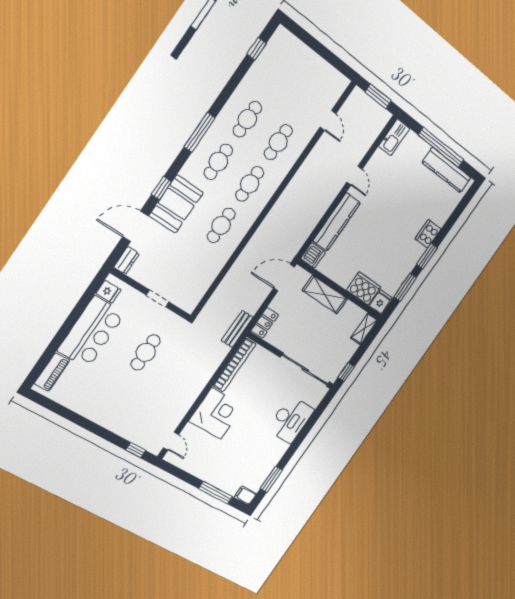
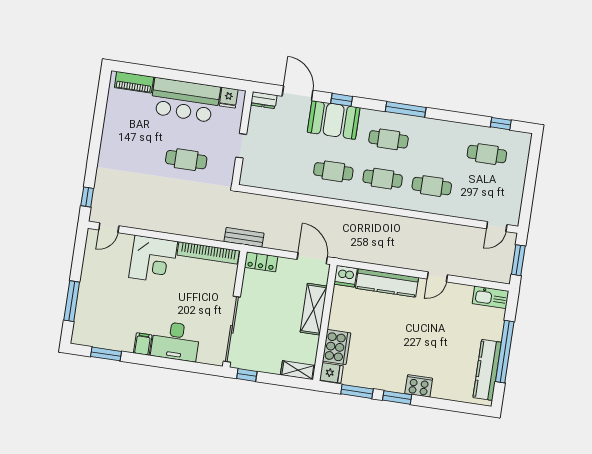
cafe table: (247, 119) -> (487, 154), moved
door: (328, 120) -> (497, 227), moved
filing cabinet: (245, 495) -> (143, 344), moved

